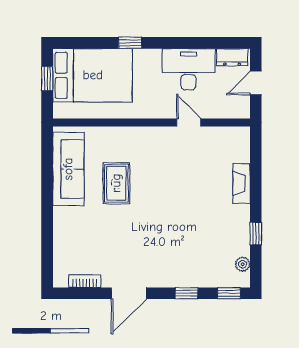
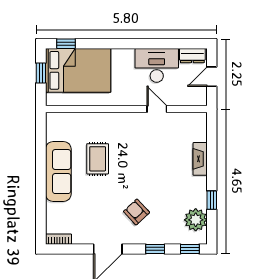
window: (130, 43) -> (66, 44), moved
sofa: (68, 169) -> (58, 172), moved
armchair: (164, 248) -> (136, 212), added
plant: (243, 264) -> (196, 220), width x1.87, depth x1.87
bookcase: (85, 281) -> (58, 239), moved

